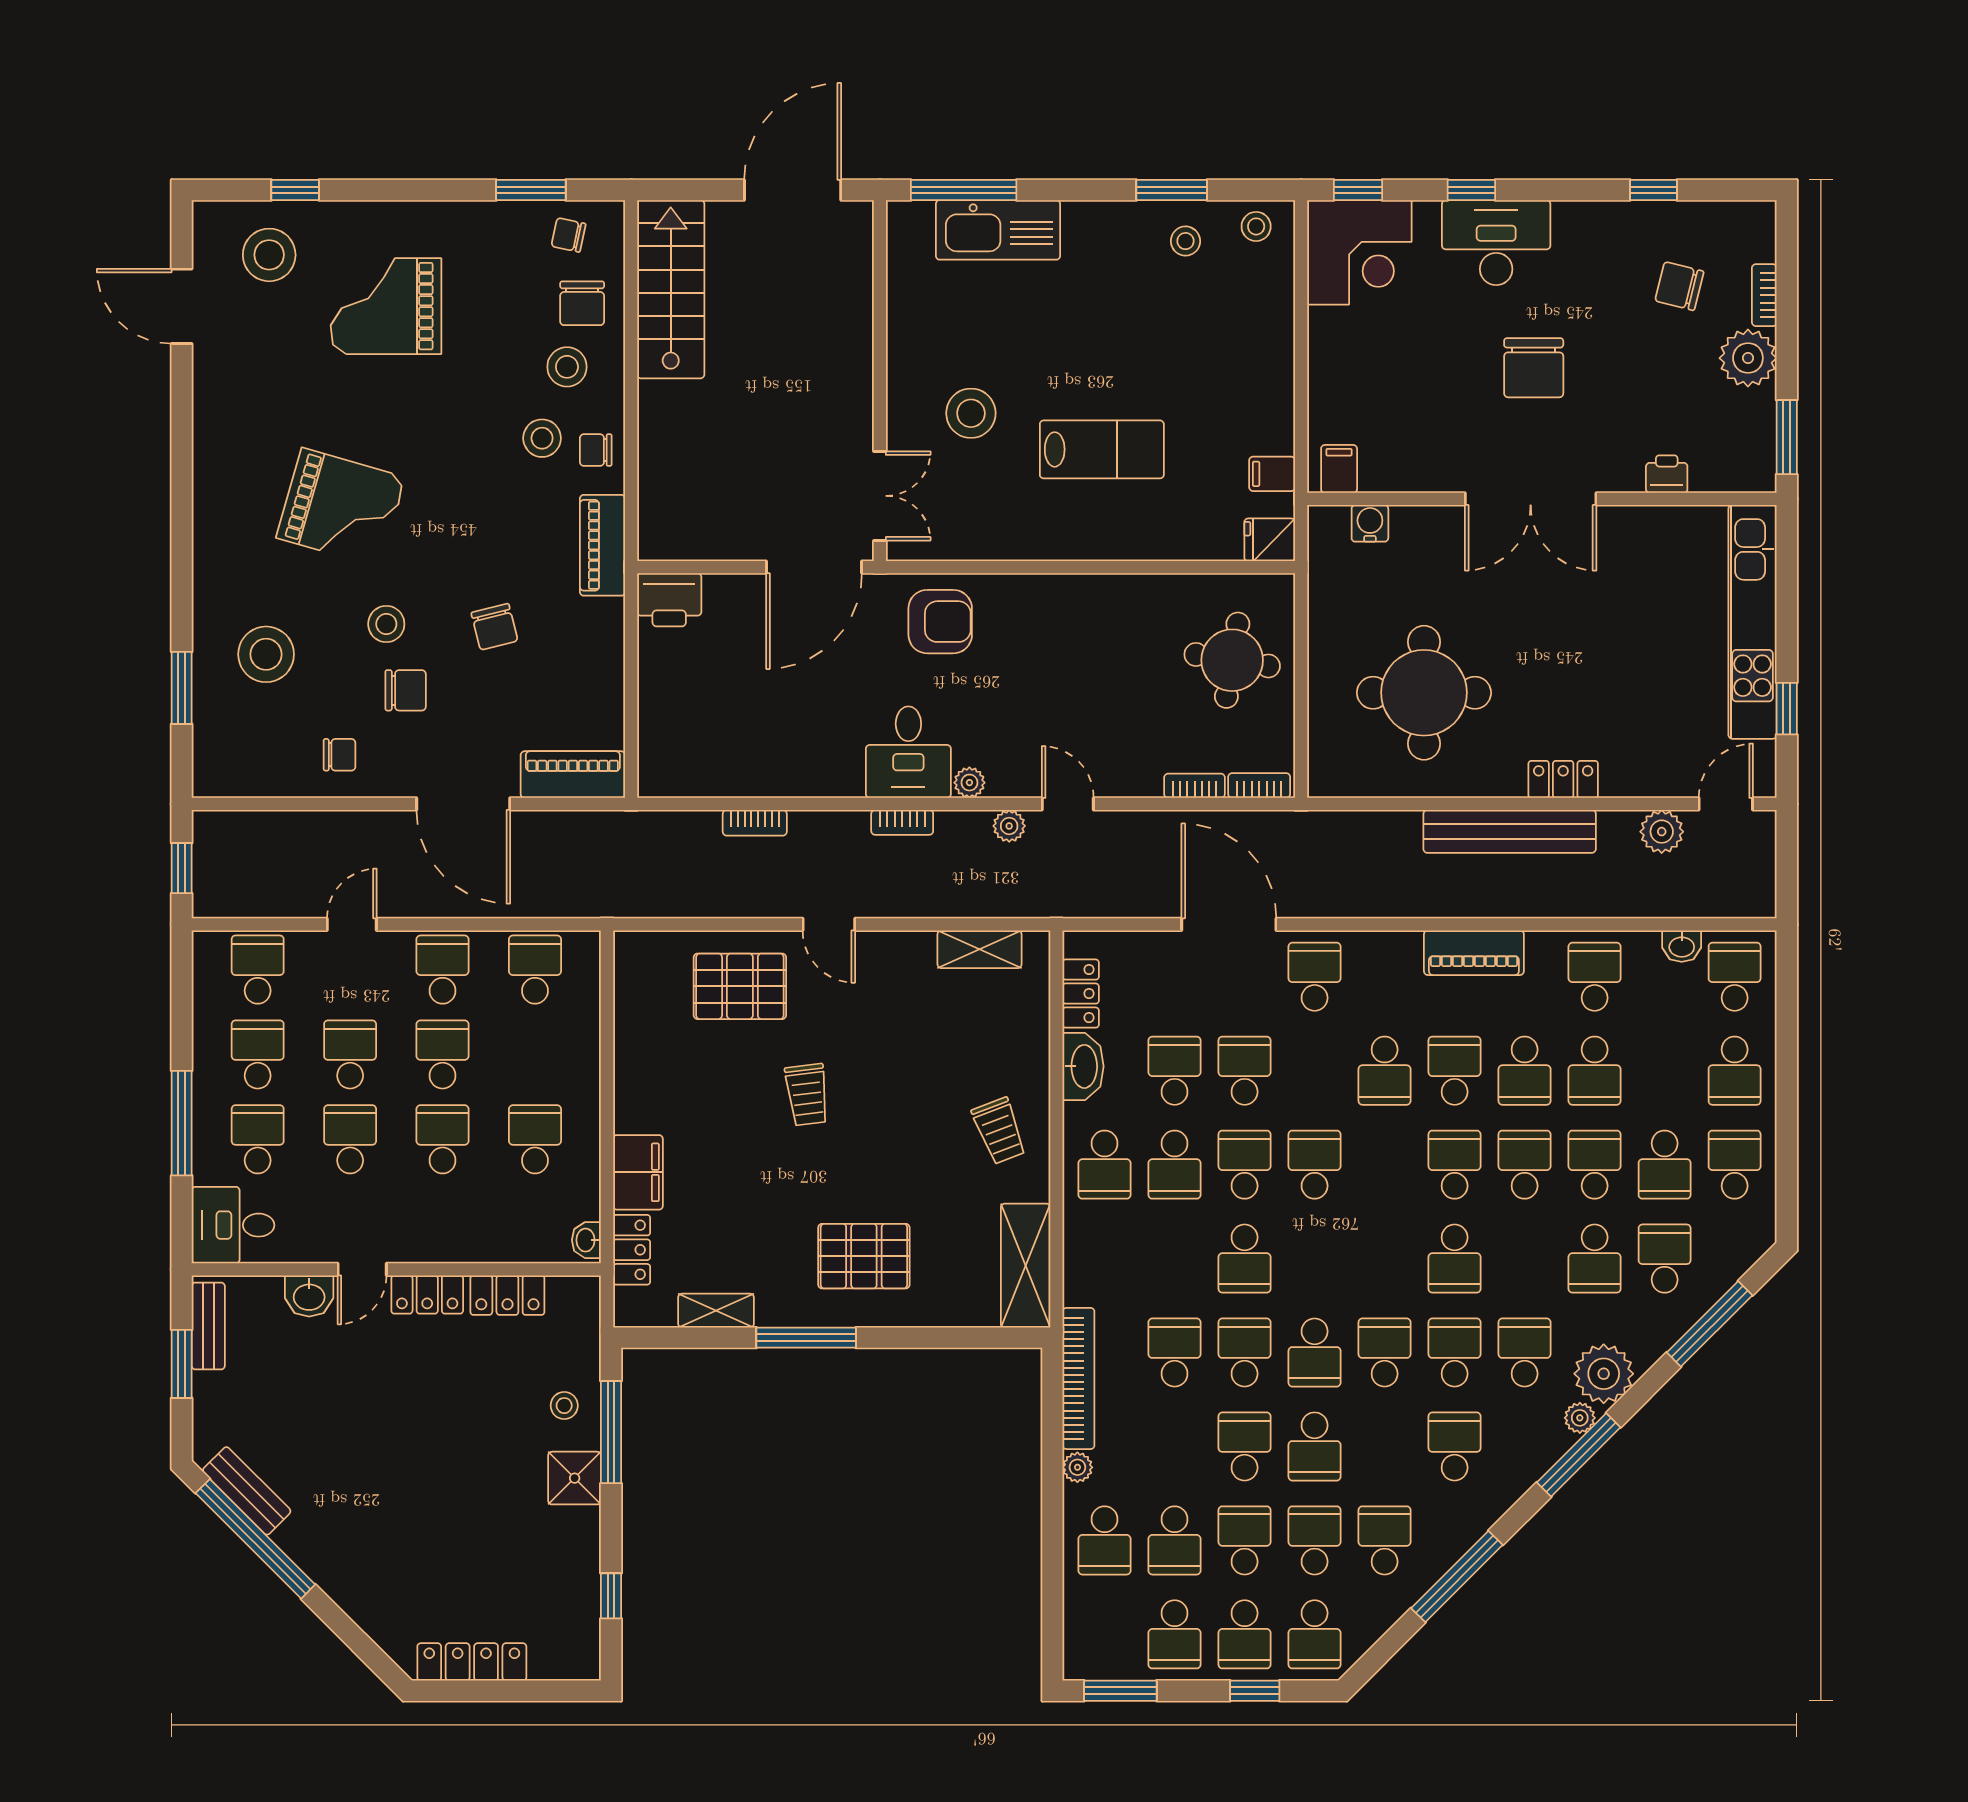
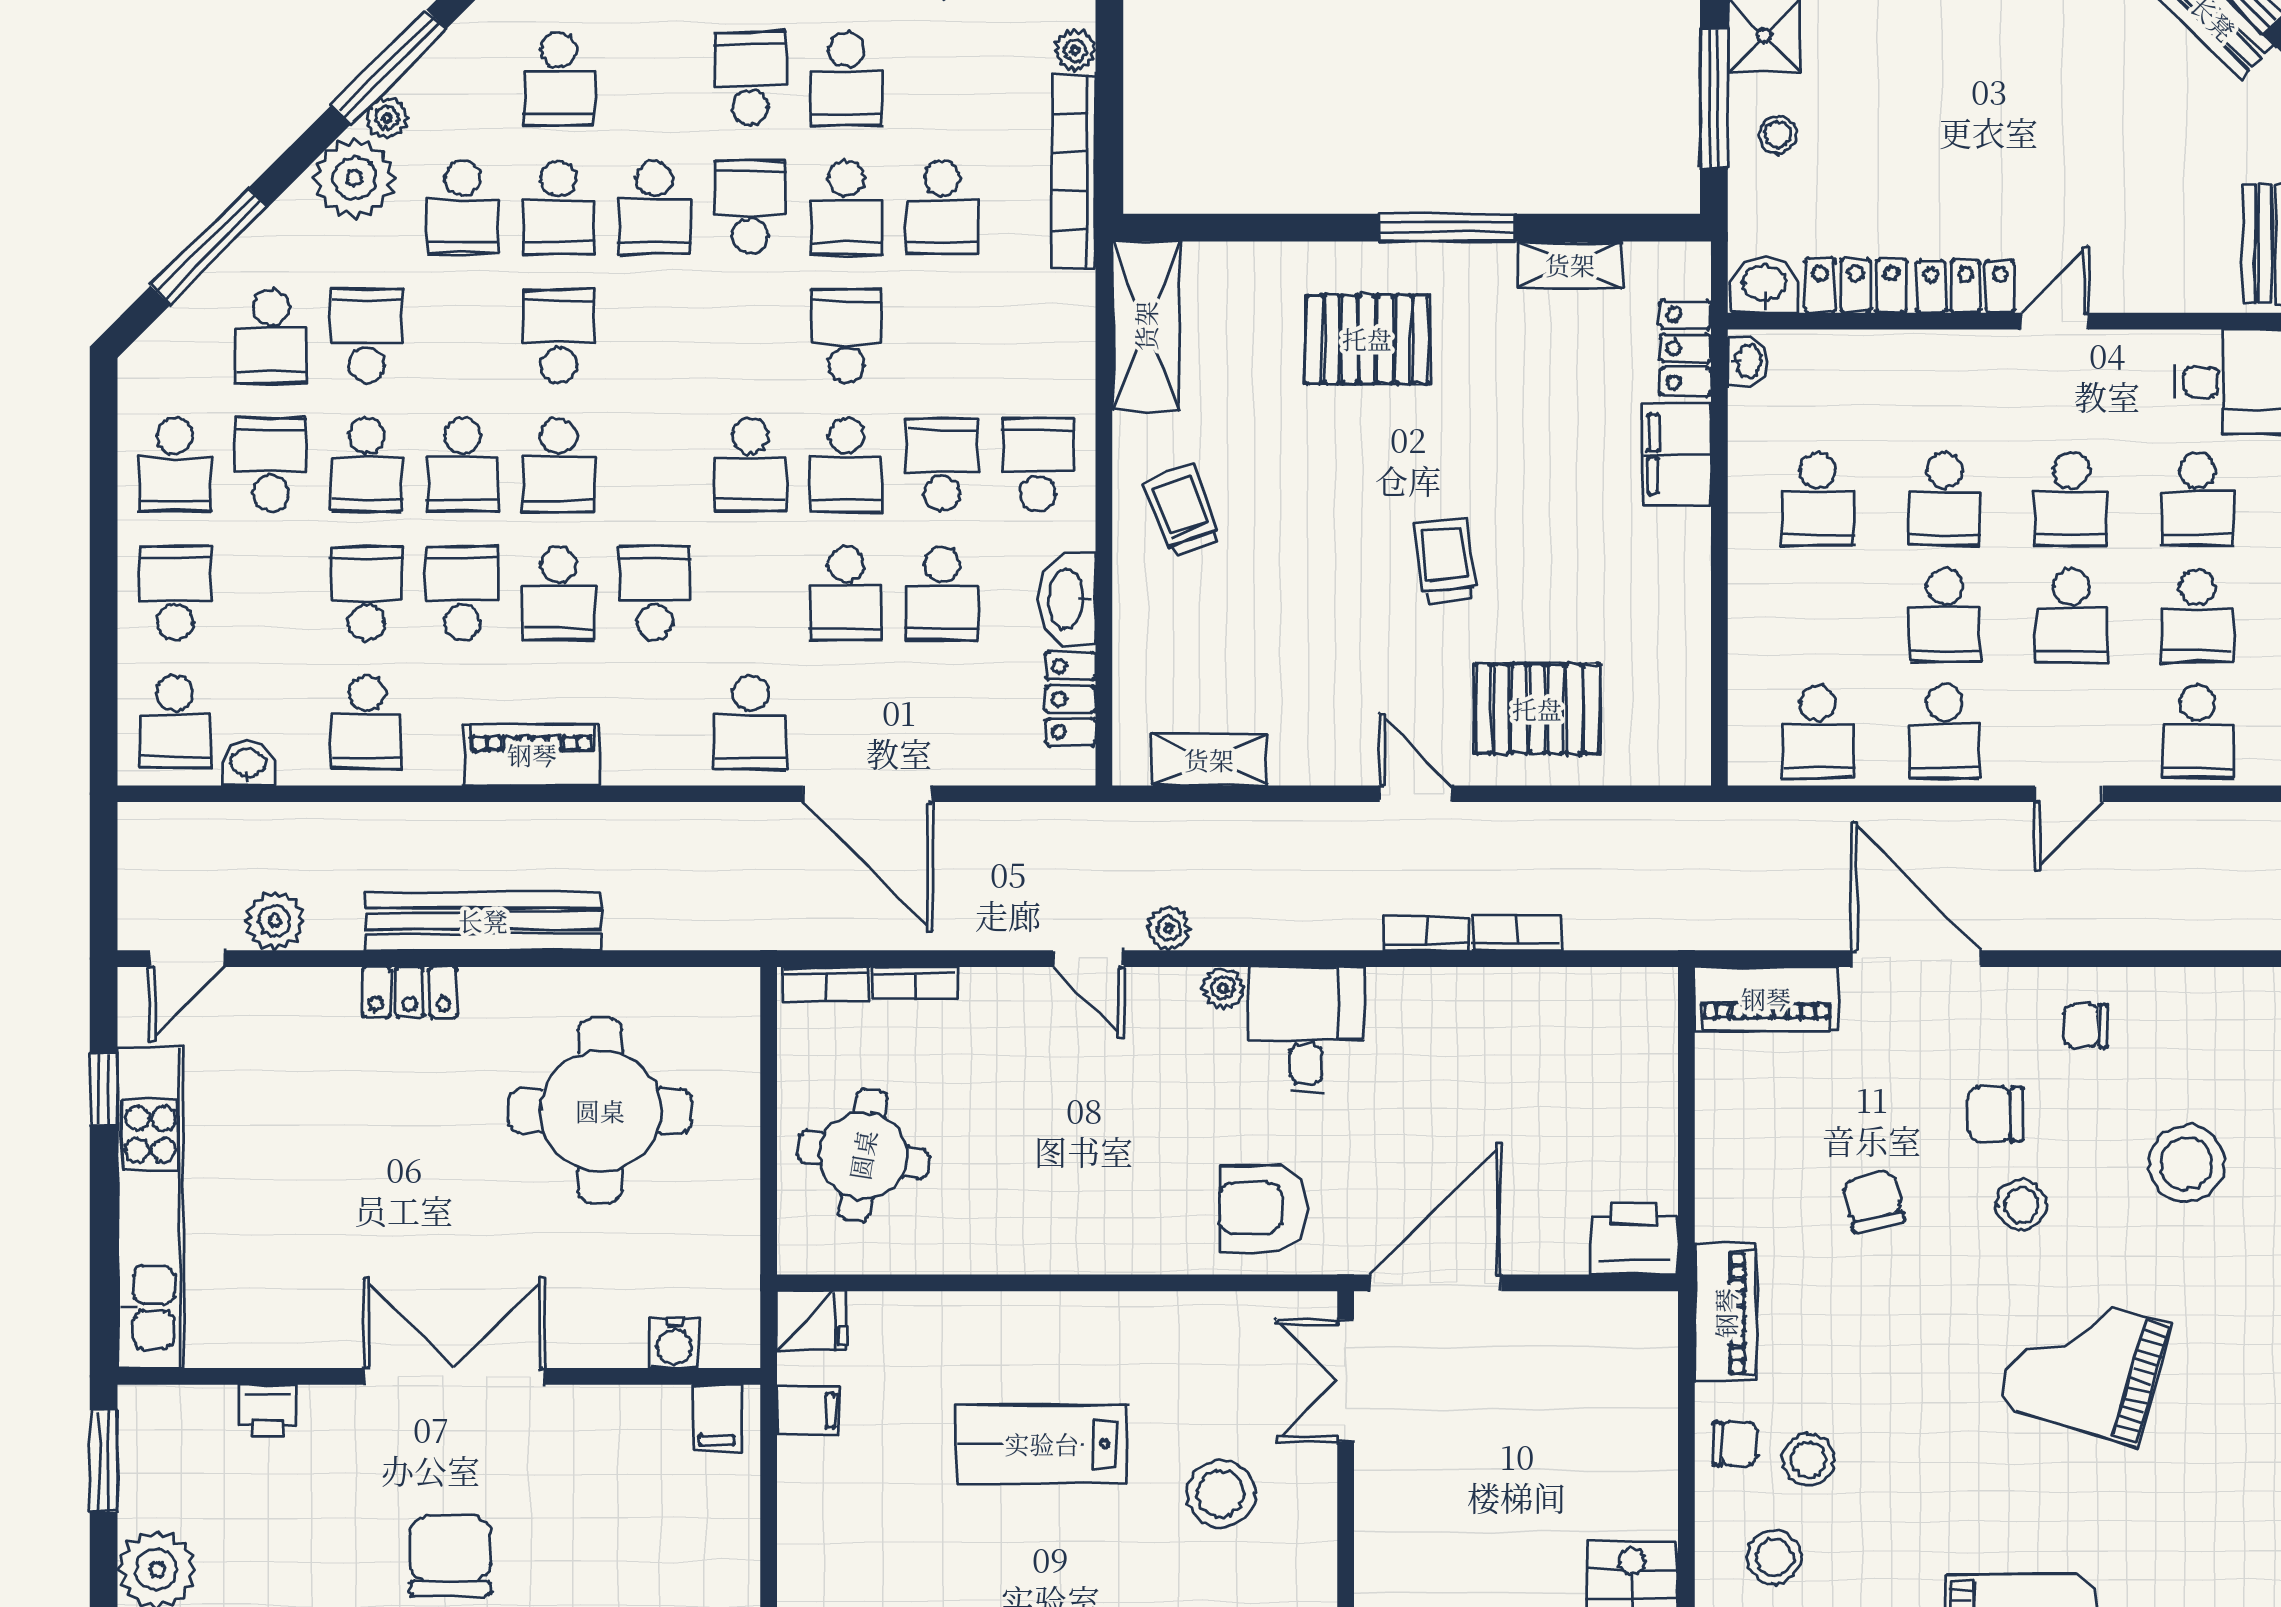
bookcase: (902, 822) -> (1426, 933), moved
washbasin: (309, 1296) -> (1764, 285), moved

